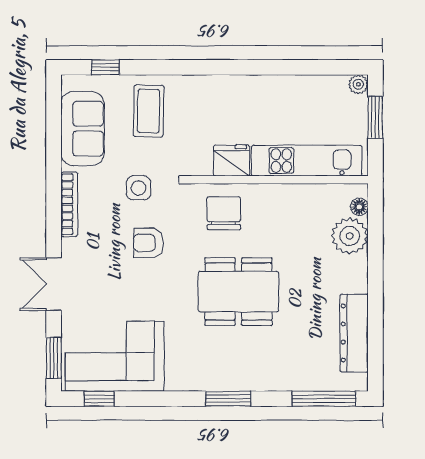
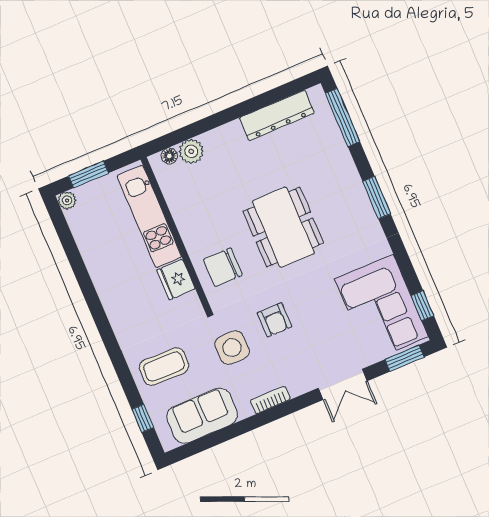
side table: (139, 188) -> (232, 348), width x1.37, depth x1.37
bookcase: (69, 204) -> (270, 400), width x0.64
plant: (350, 236) -> (191, 151), width x0.73, depth x0.73

